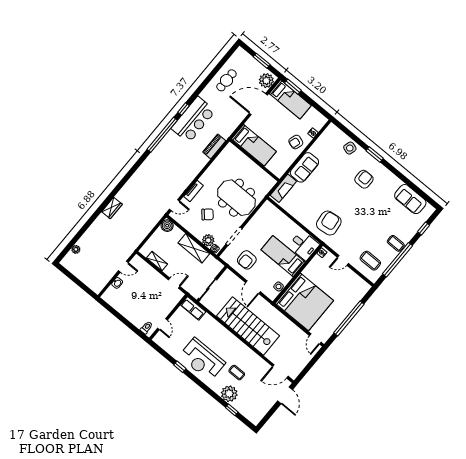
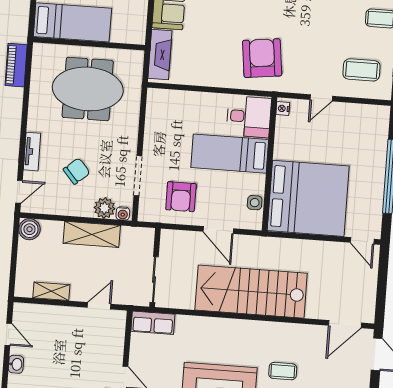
meeting table: (236, 198) -> (88, 89), moved
door: (123, 267) -> (8, 334), hinge flipped

